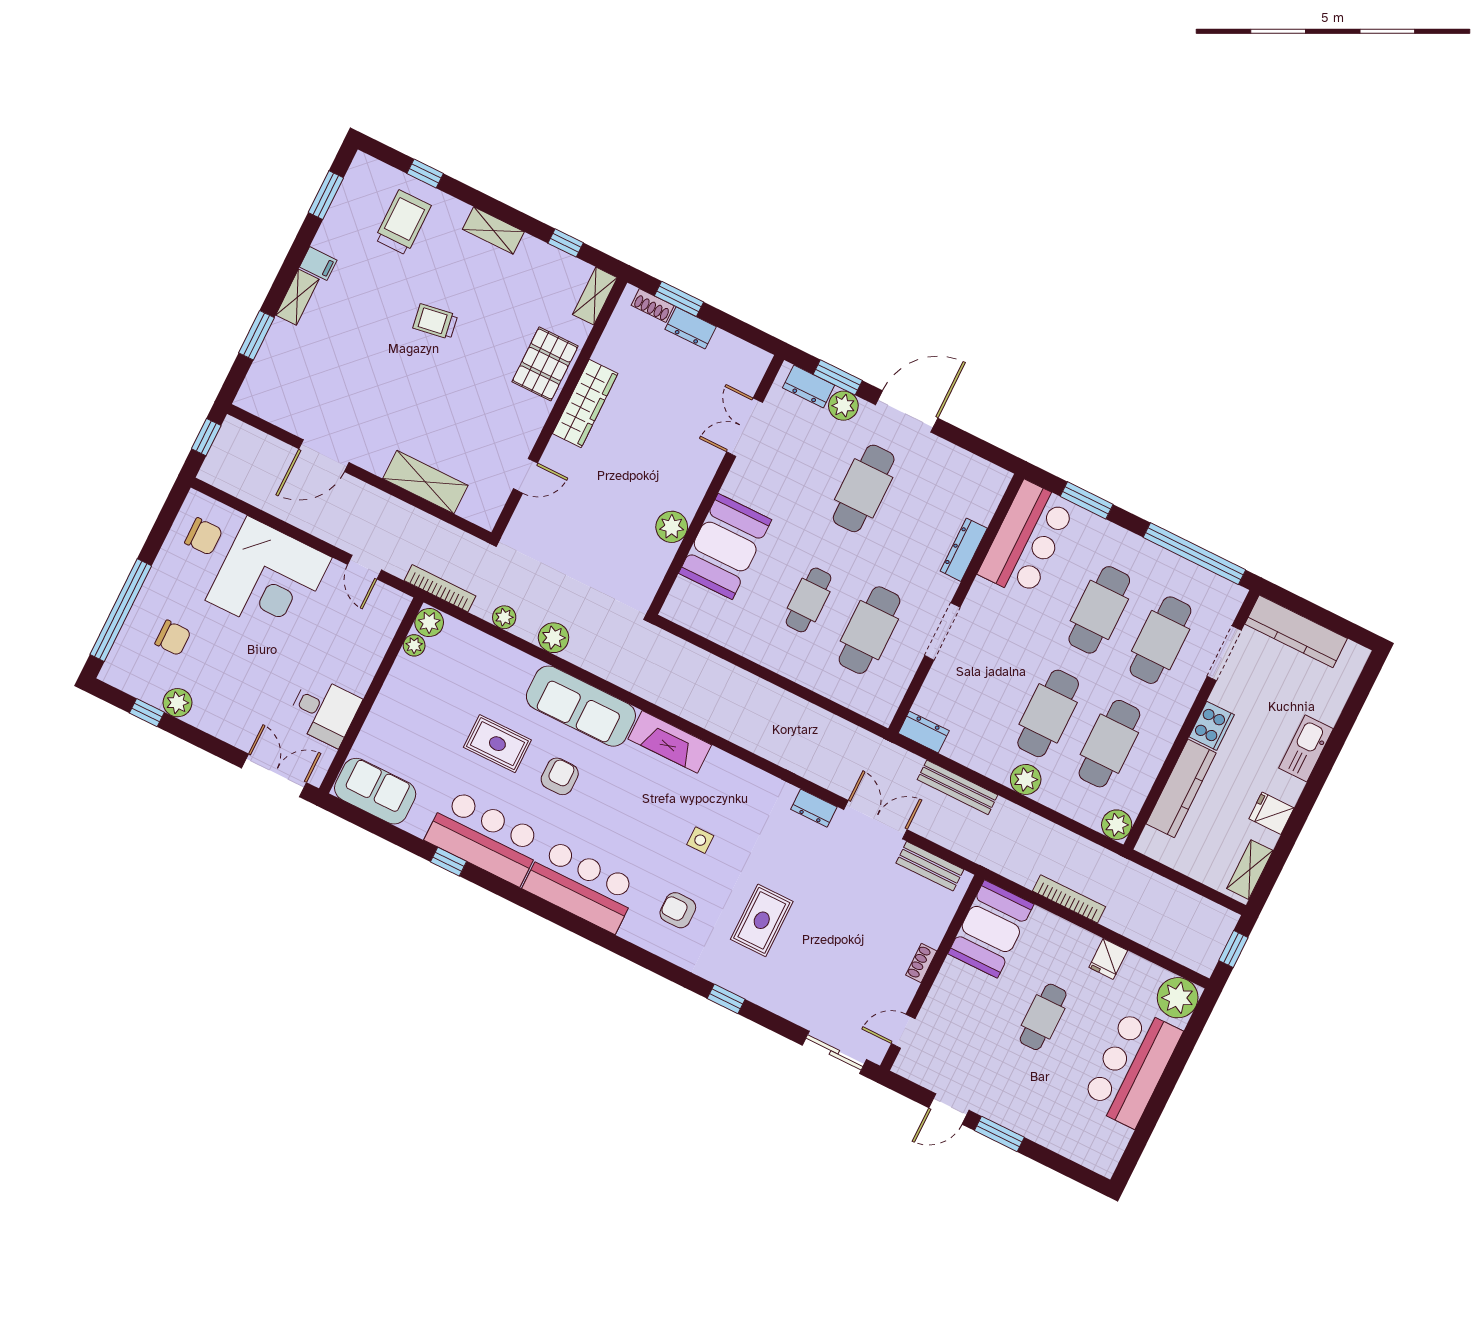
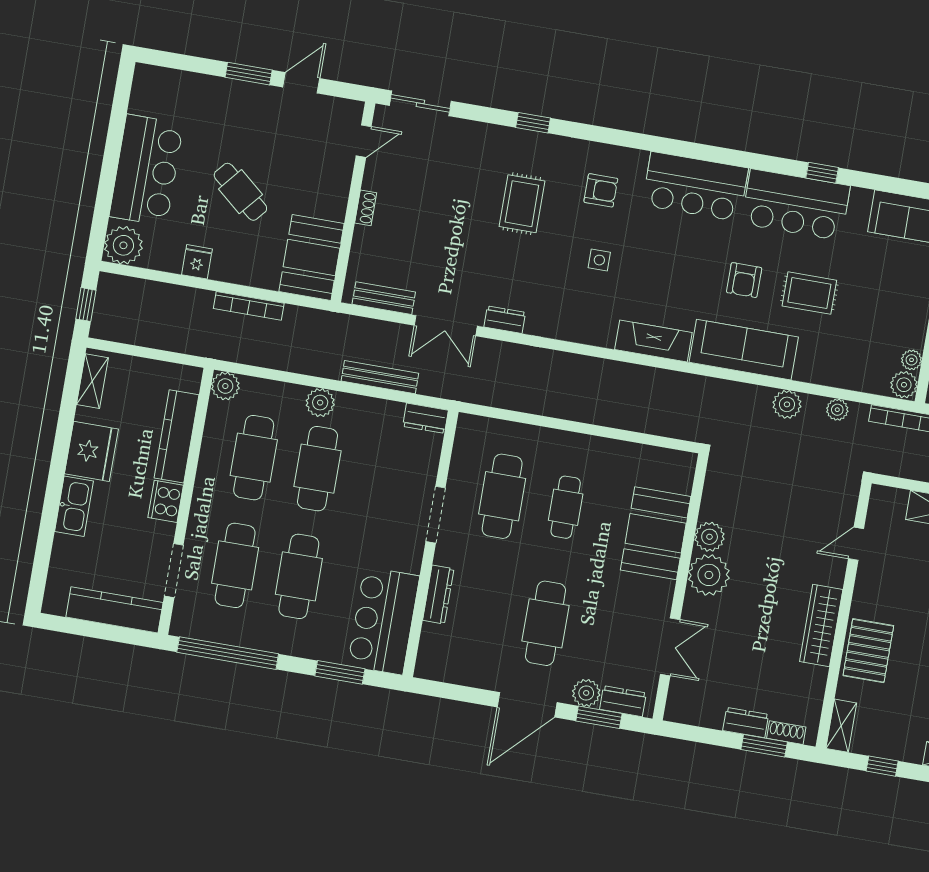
plant: (684, 488) -> (709, 575), added
fridge: (1271, 813) -> (91, 451), width x1.88, depth x1.34
cafe table: (1043, 1017) -> (240, 192), turned -50

